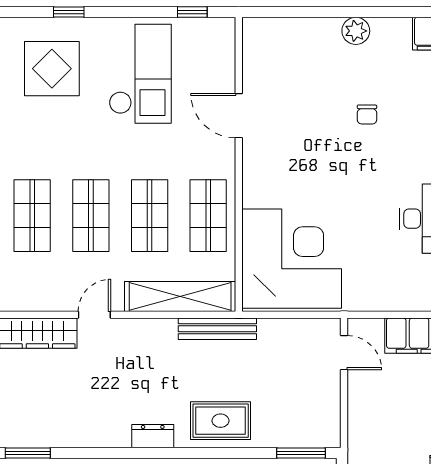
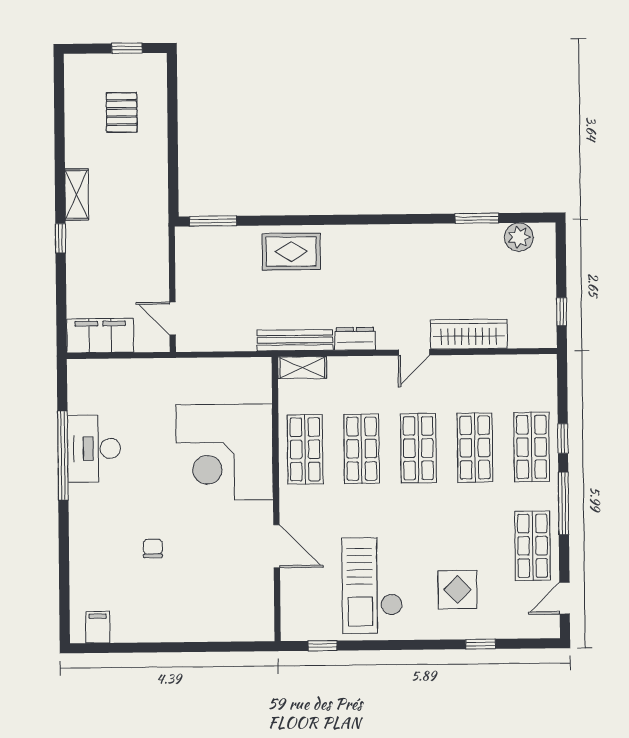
window: (69, 12) -> (481, 644), moved
plant: (356, 31) -> (164, 629), removed
display table: (52, 69) -> (457, 590), width x0.73, depth x0.73
corner desk: (292, 259) -> (225, 452), moved
shelving: (180, 297) -> (302, 368), width x0.45, depth x0.75
dresser: (153, 436) -> (355, 339), moved, turned 180

